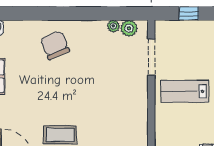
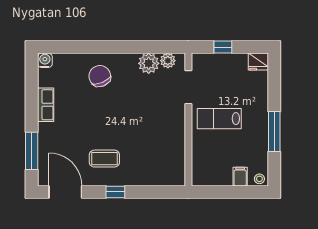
plant: (113, 26) -> (149, 63), width x1.87, depth x1.87

